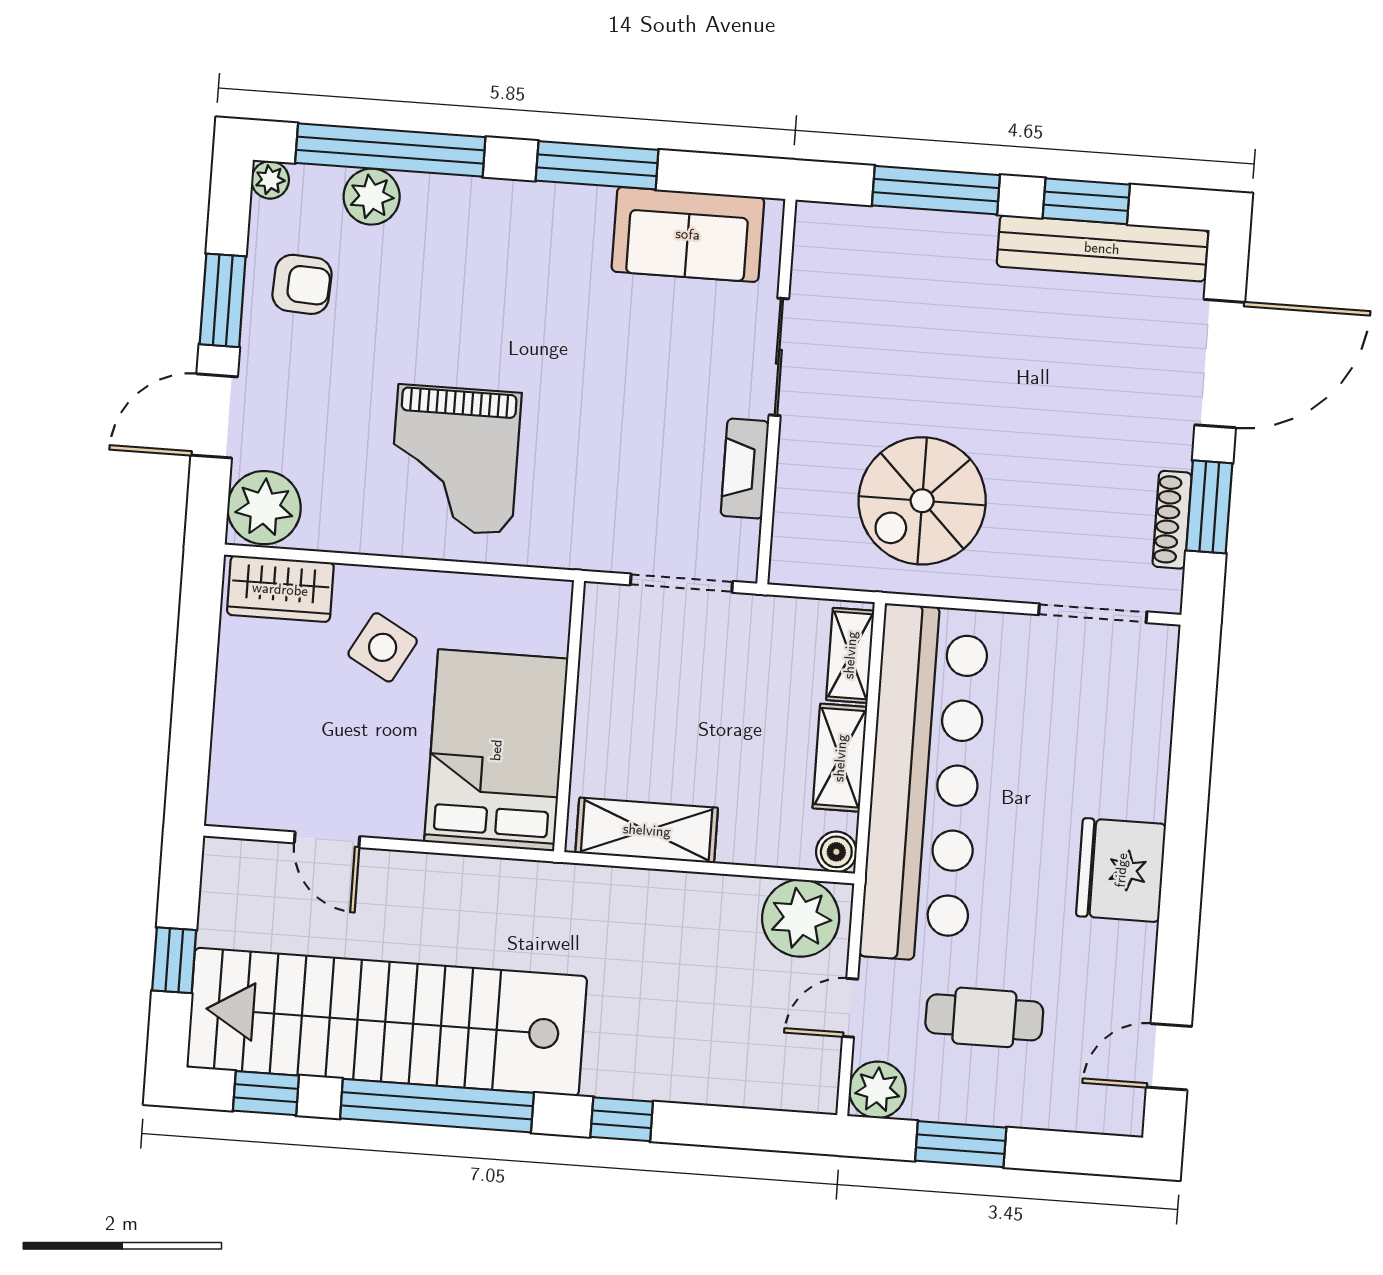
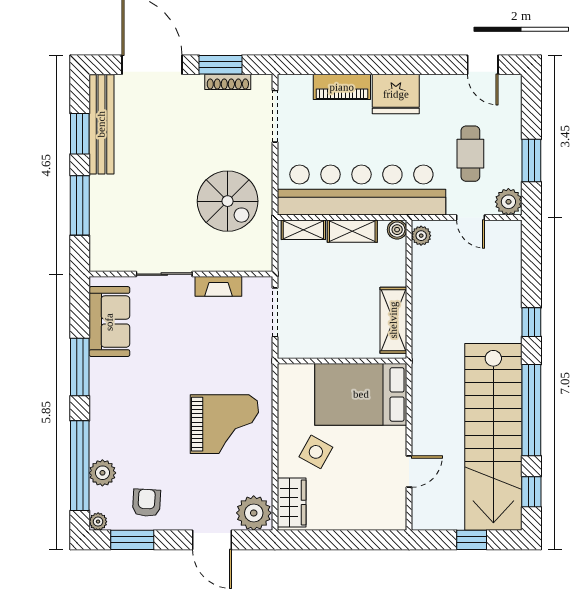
window: (223, 300) -> (132, 540), moved
piano: (1144, 758) -> (342, 87), added
plant: (801, 918) -> (421, 236), width x0.53, depth x0.53

